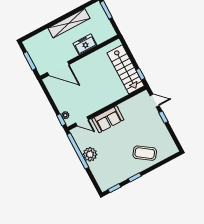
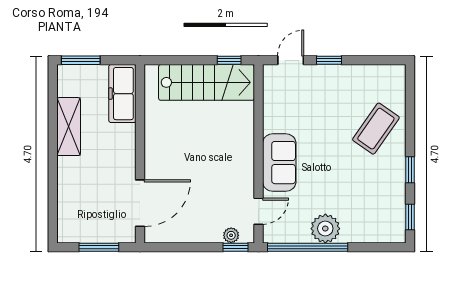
shelving: (69, 23) -> (69, 127), width x0.68
freezer: (85, 44) -> (122, 94), moved, width x1.40

